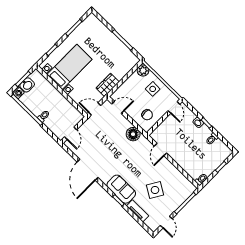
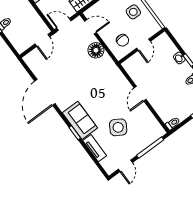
door: (174, 107) -> (143, 45), moved
door: (71, 133) -> (42, 40), moved
floor lamp: (133, 134) -> (96, 50), moved
door: (160, 149) -> (140, 94), moved

